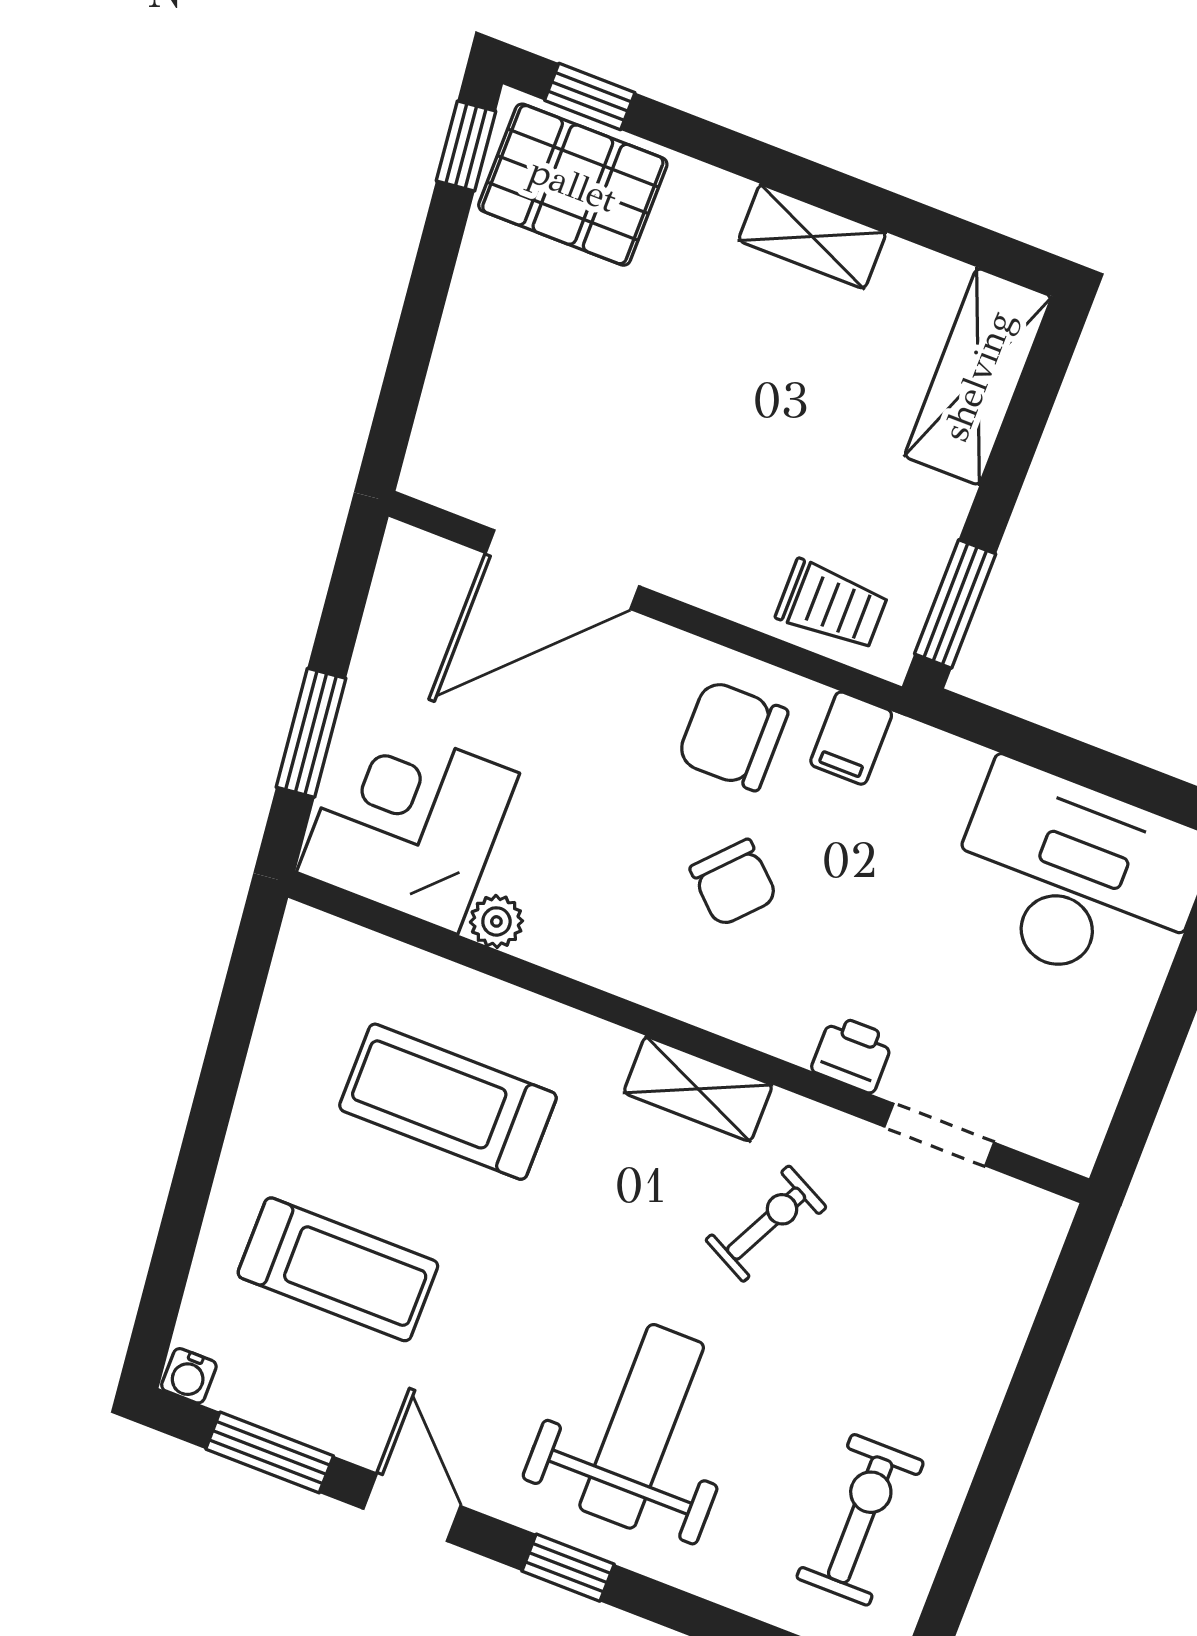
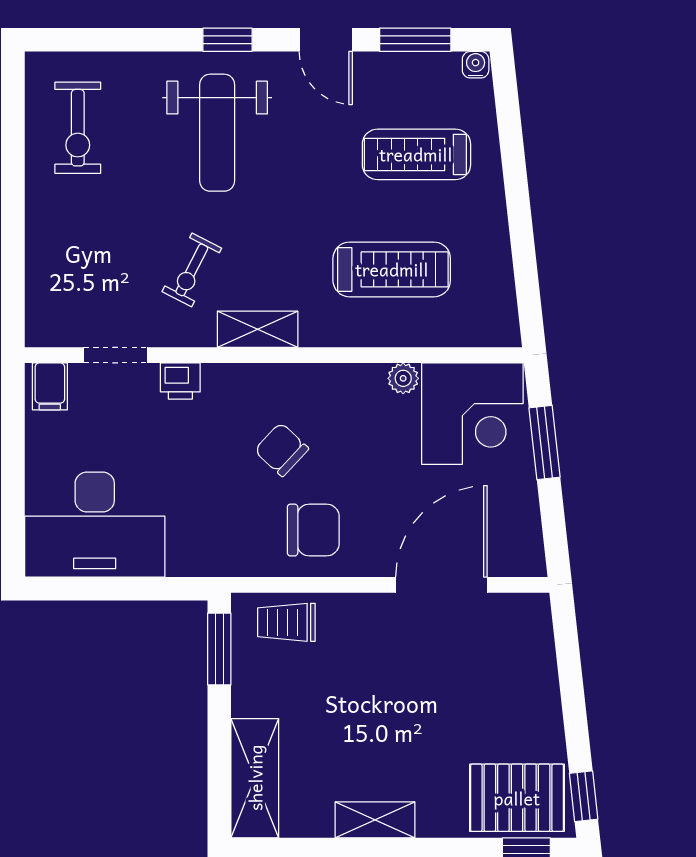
filing cabinet: (851, 738) -> (50, 386), moved, turned 180

